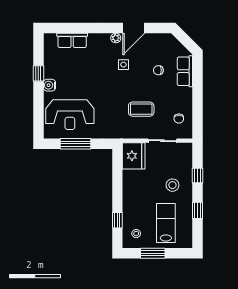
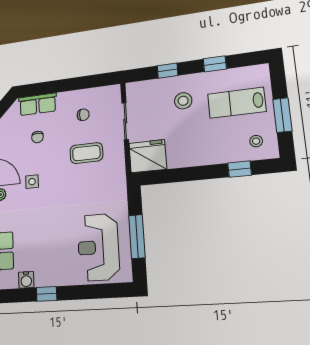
water cooler: (49, 85) -> (26, 280), moved
coffee table: (141, 109) -> (86, 153), turned 90
reception desk: (70, 115) -> (98, 247), turned 180
chair: (179, 119) -> (83, 115), moved

